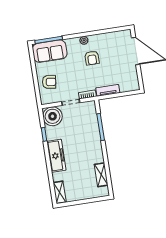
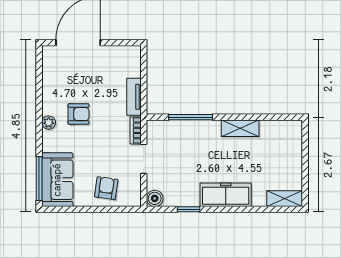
boiler: (52, 116) -> (155, 198), width x0.54, depth x0.54
shelving: (101, 175) -> (240, 128), moved

